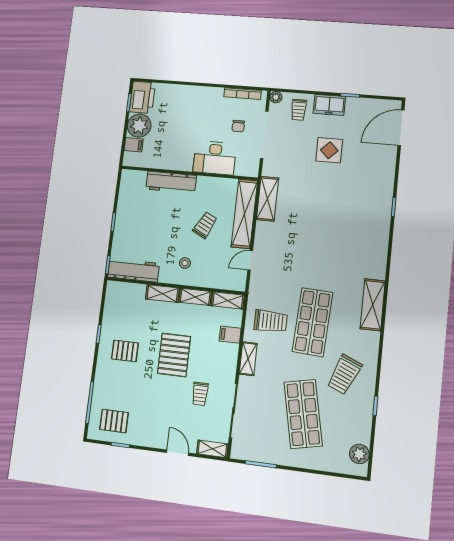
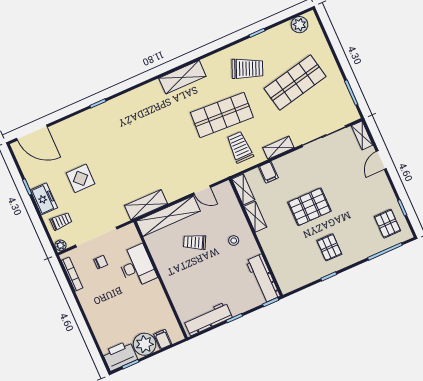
workbench: (171, 182) -> (208, 319), moved, turned -90
shelving: (162, 294) -> (268, 244), removed
trolley: (200, 394) -> (327, 169), removed

